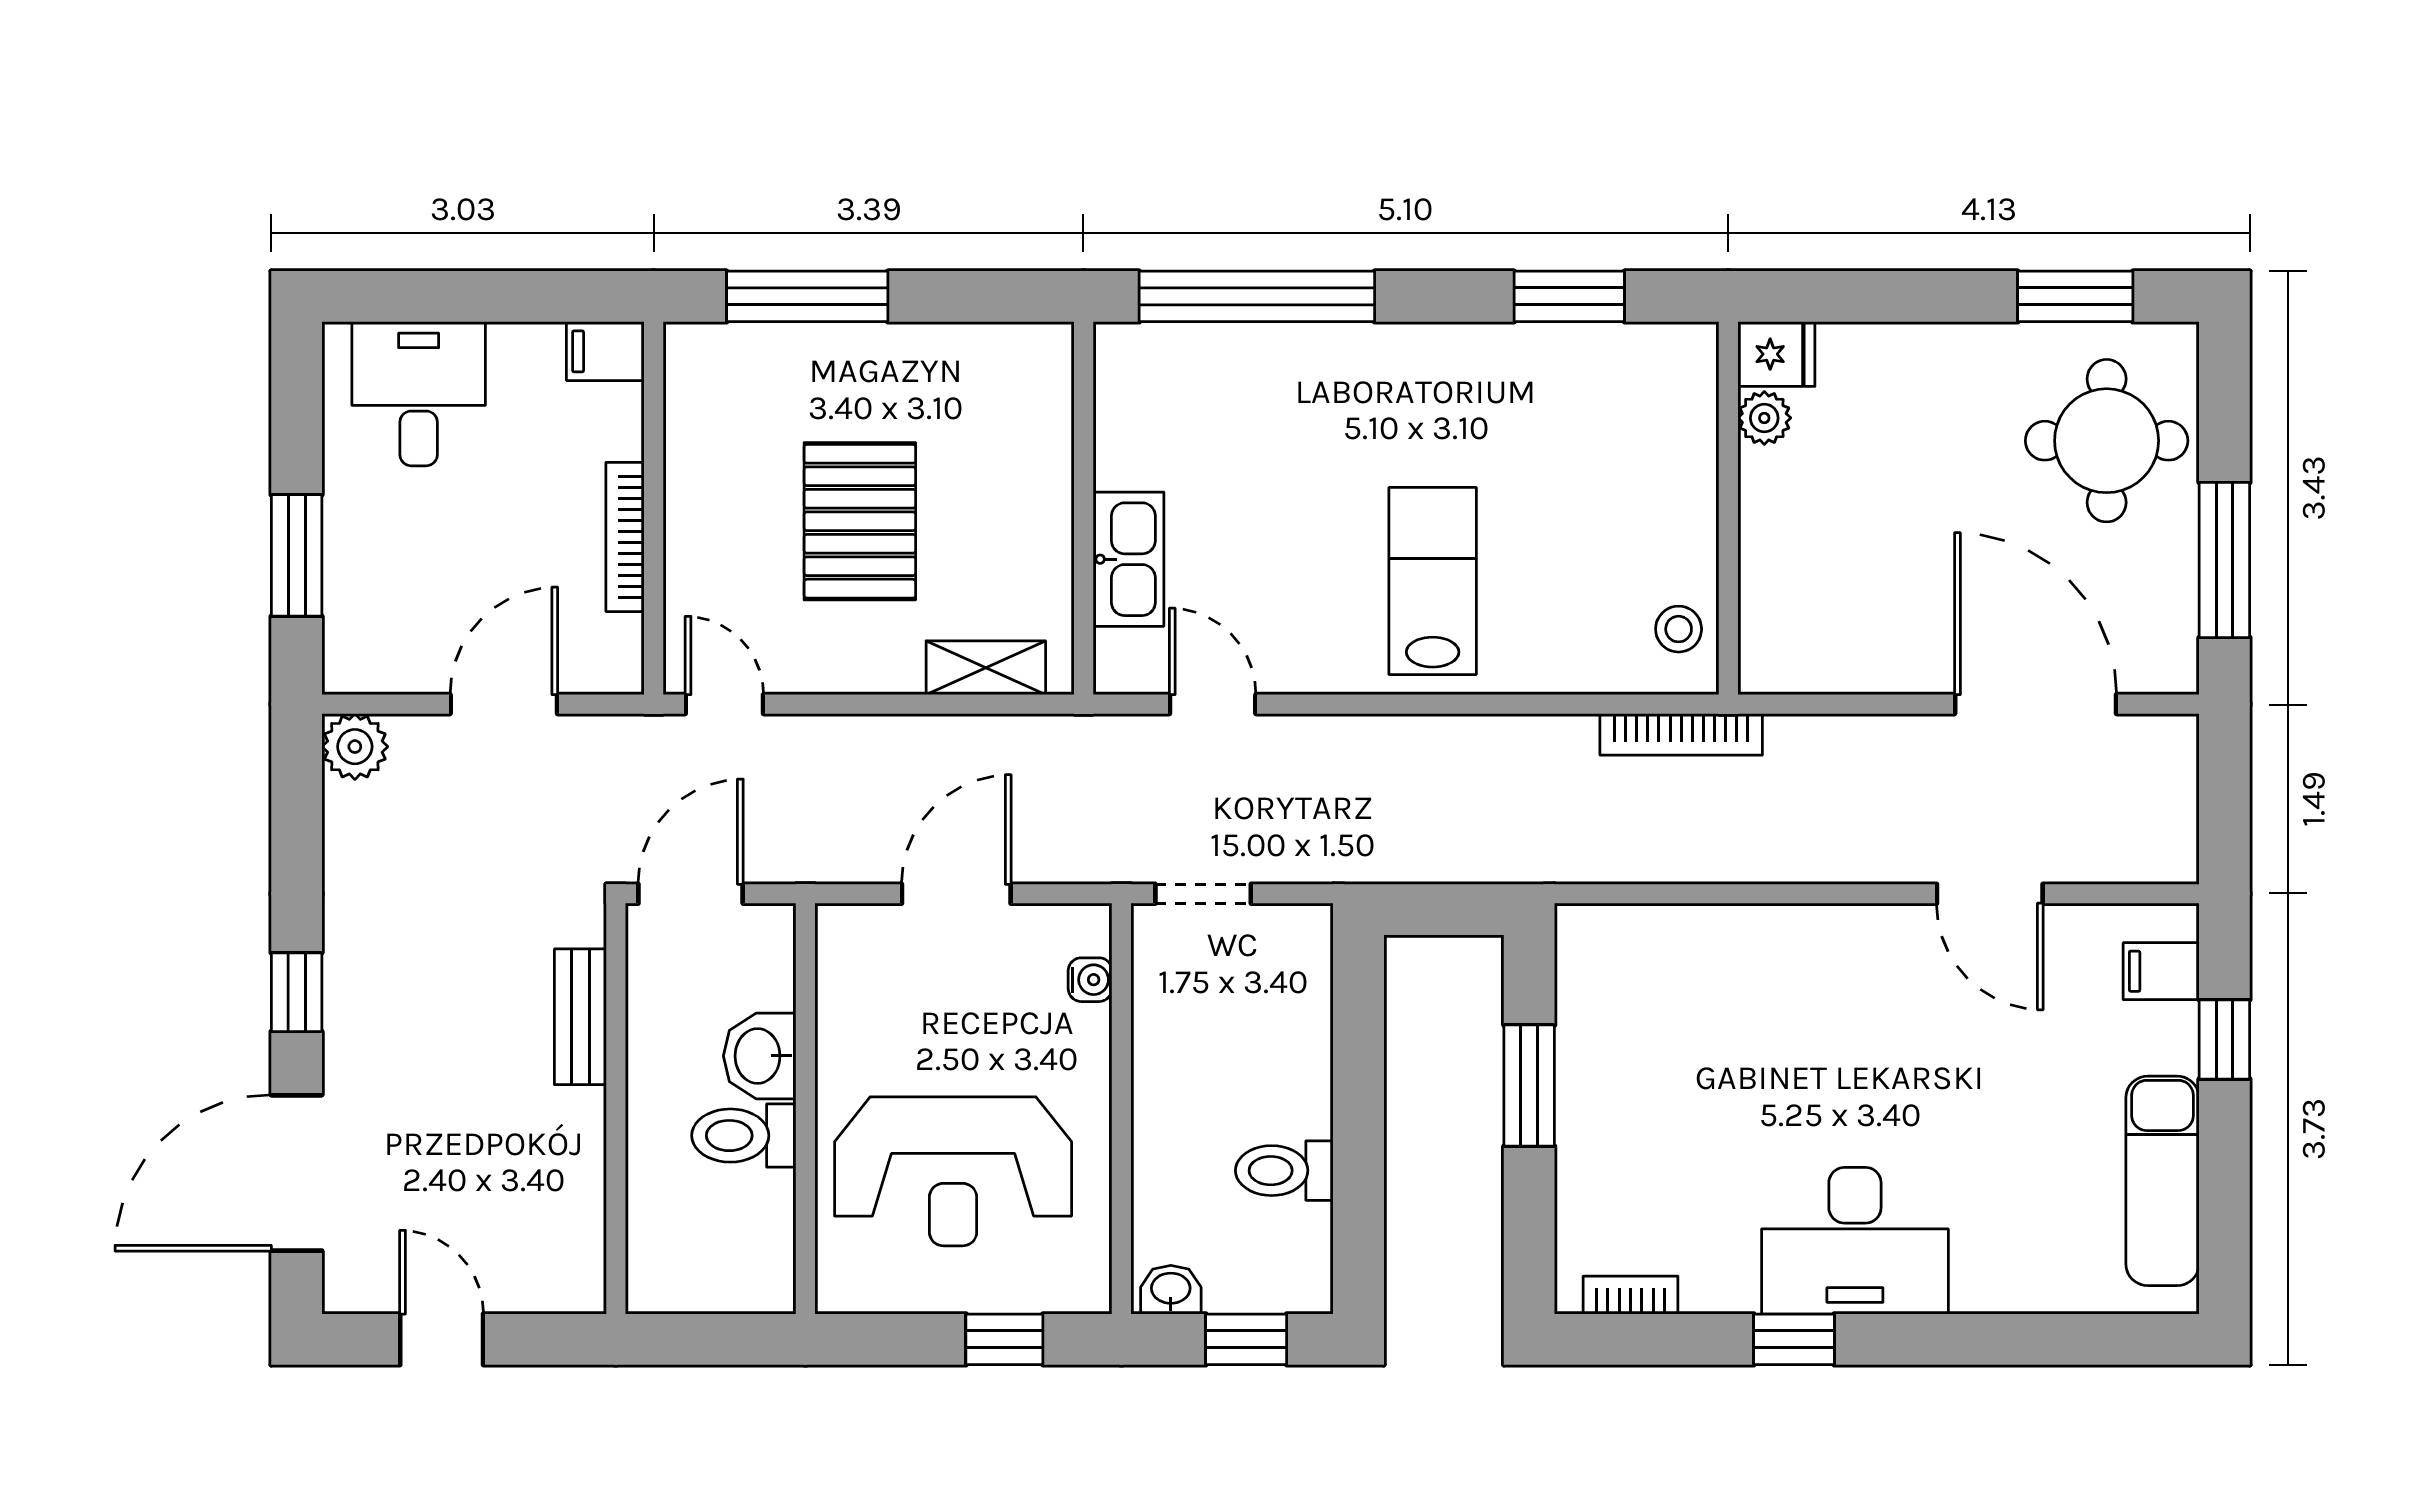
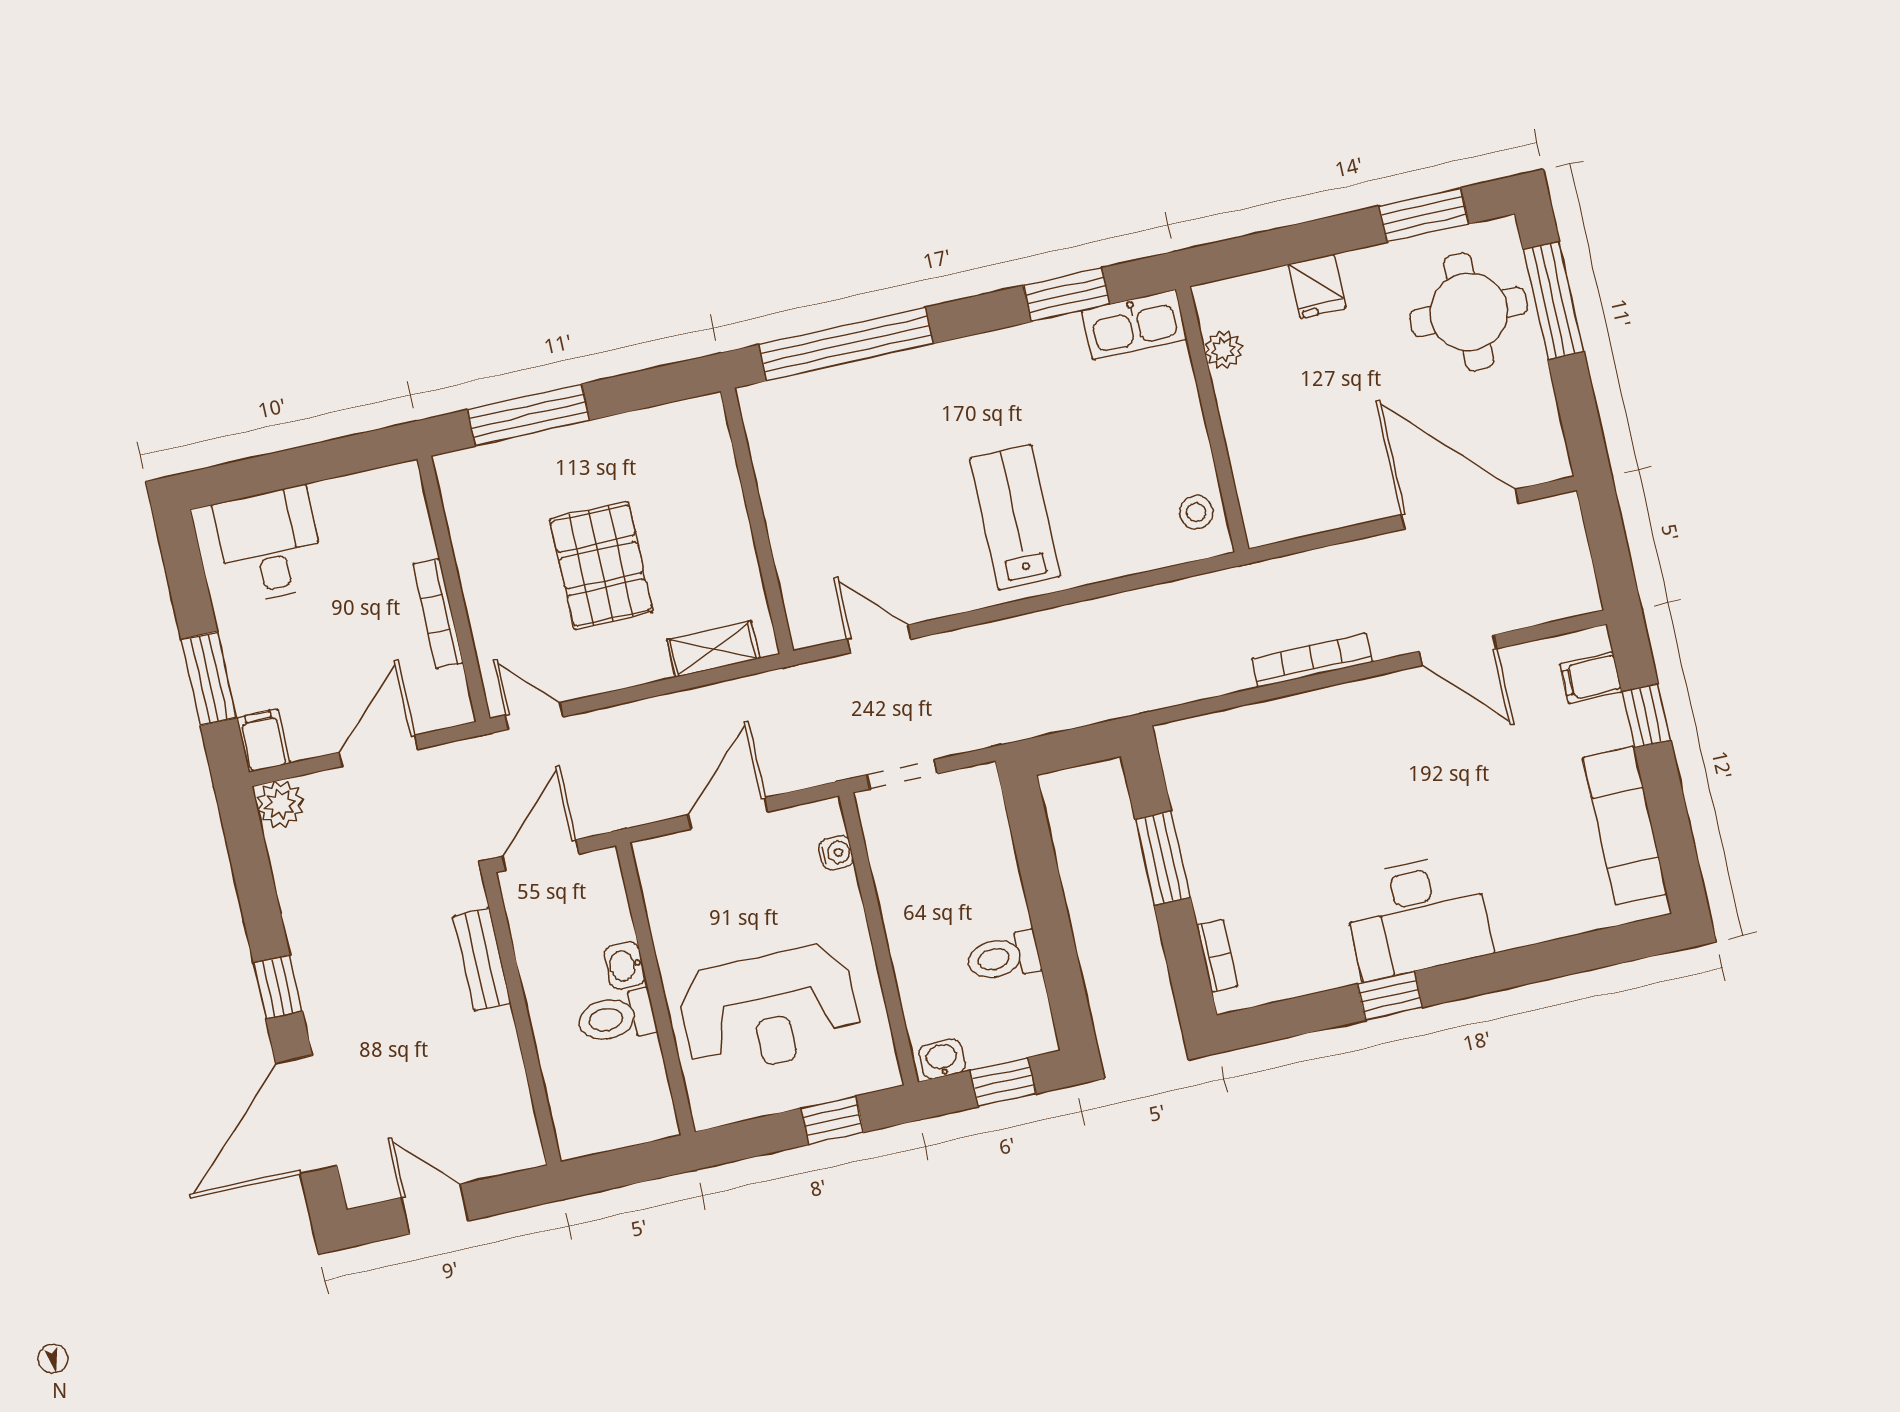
filing cabinet: (605, 351) -> (263, 741), moved, turned 90
fridge: (1776, 354) -> (1317, 286), moved, turned 90
kitchen sink: (1128, 559) -> (1134, 325), moved, turned 90
window: (2224, 560) -> (1553, 300), moved
bookcase: (1681, 734) -> (1312, 660), moved, turned 180
washbasin: (760, 1056) -> (625, 965), width x0.72, depth x0.69
bookcase: (1631, 1295) -> (1217, 956), moved, turned 90

